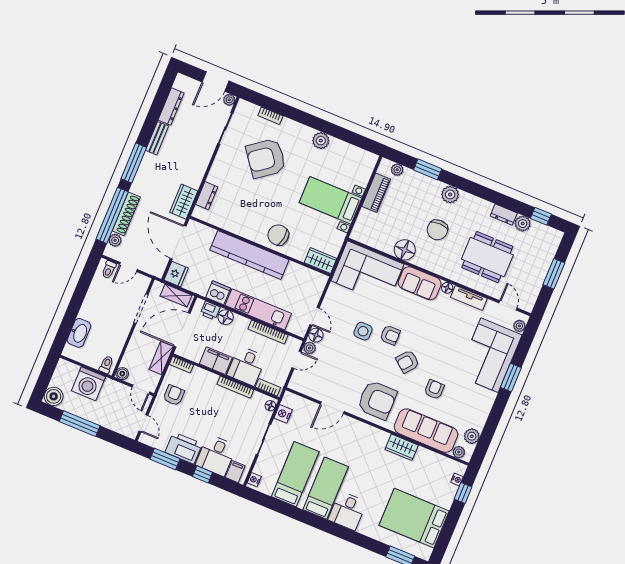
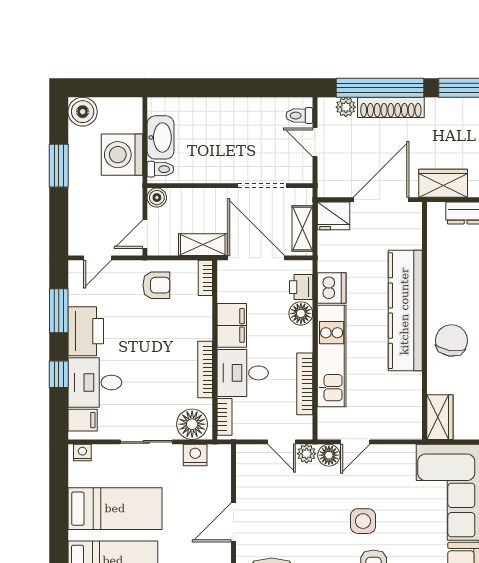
washbasin: (79, 333) -> (161, 137), moved, turned -90
floor lamp: (270, 406) -> (192, 424), width x1.89, depth x1.89
door: (332, 408) -> (233, 522), hinge flipped
window: (80, 424) -> (59, 166), width x0.69

